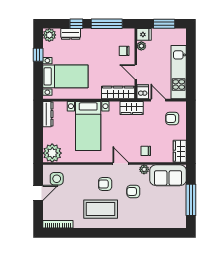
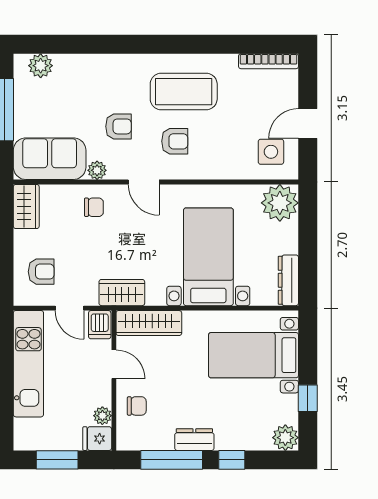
dresser: (71, 34) -> (194, 440), moved
plant: (173, 222) -> (41, 66), added

